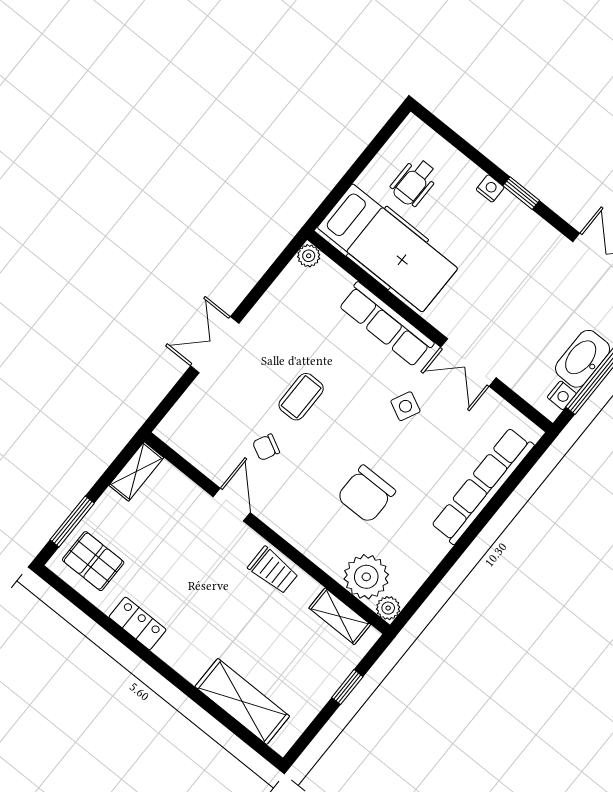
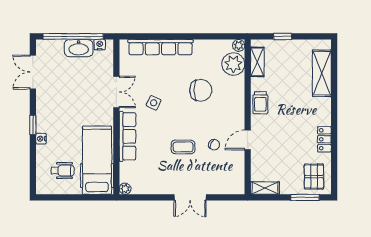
trolley: (273, 570) -> (260, 103), turned 180

